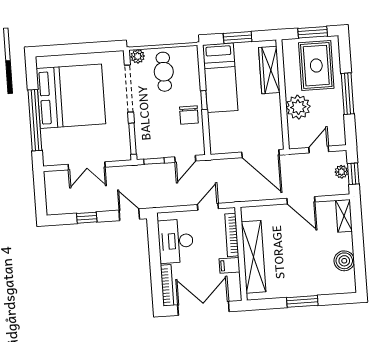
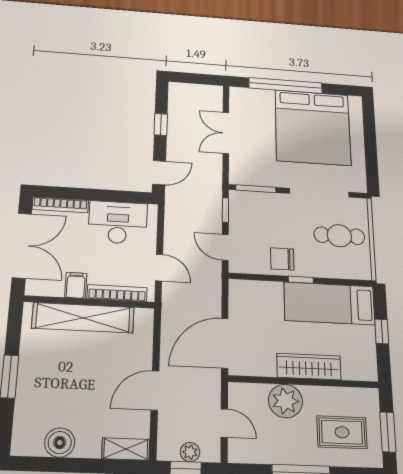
window: (238, 37) -> (382, 332), width x0.67
plant: (138, 56) -> (359, 208), removed
rug: (316, 66) -> (342, 432), width x0.73, depth x0.70
wardrobe: (269, 70) -> (309, 367), moved

